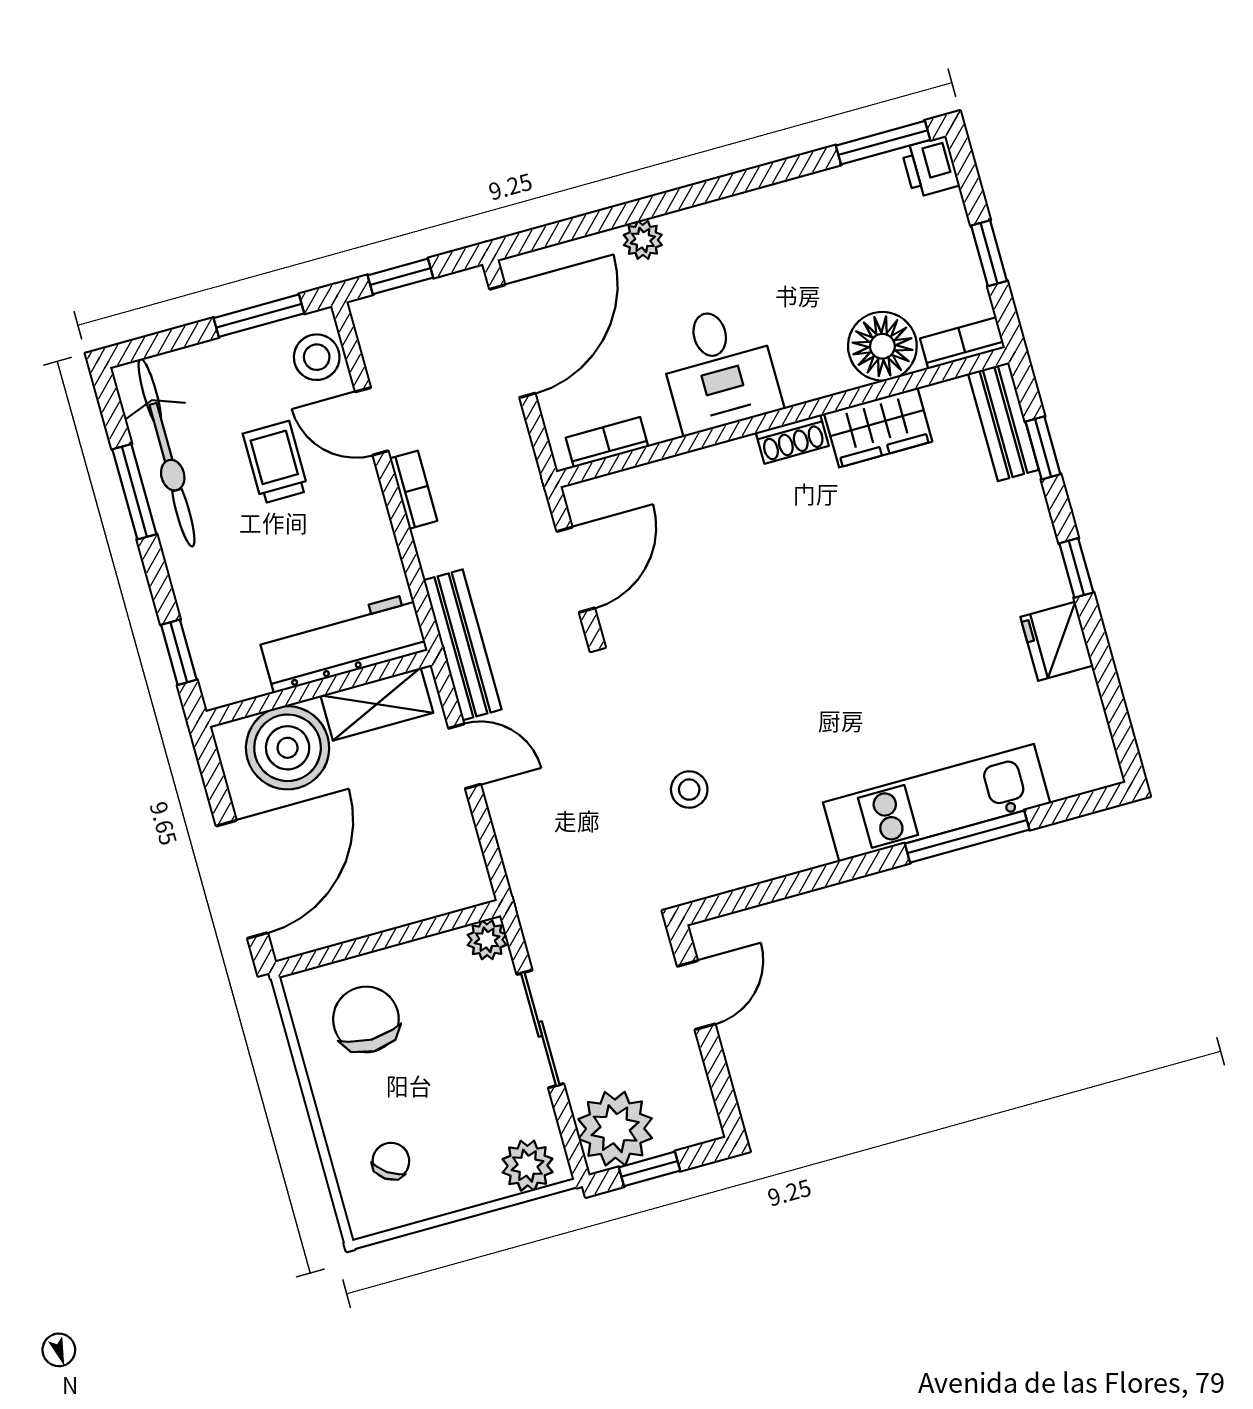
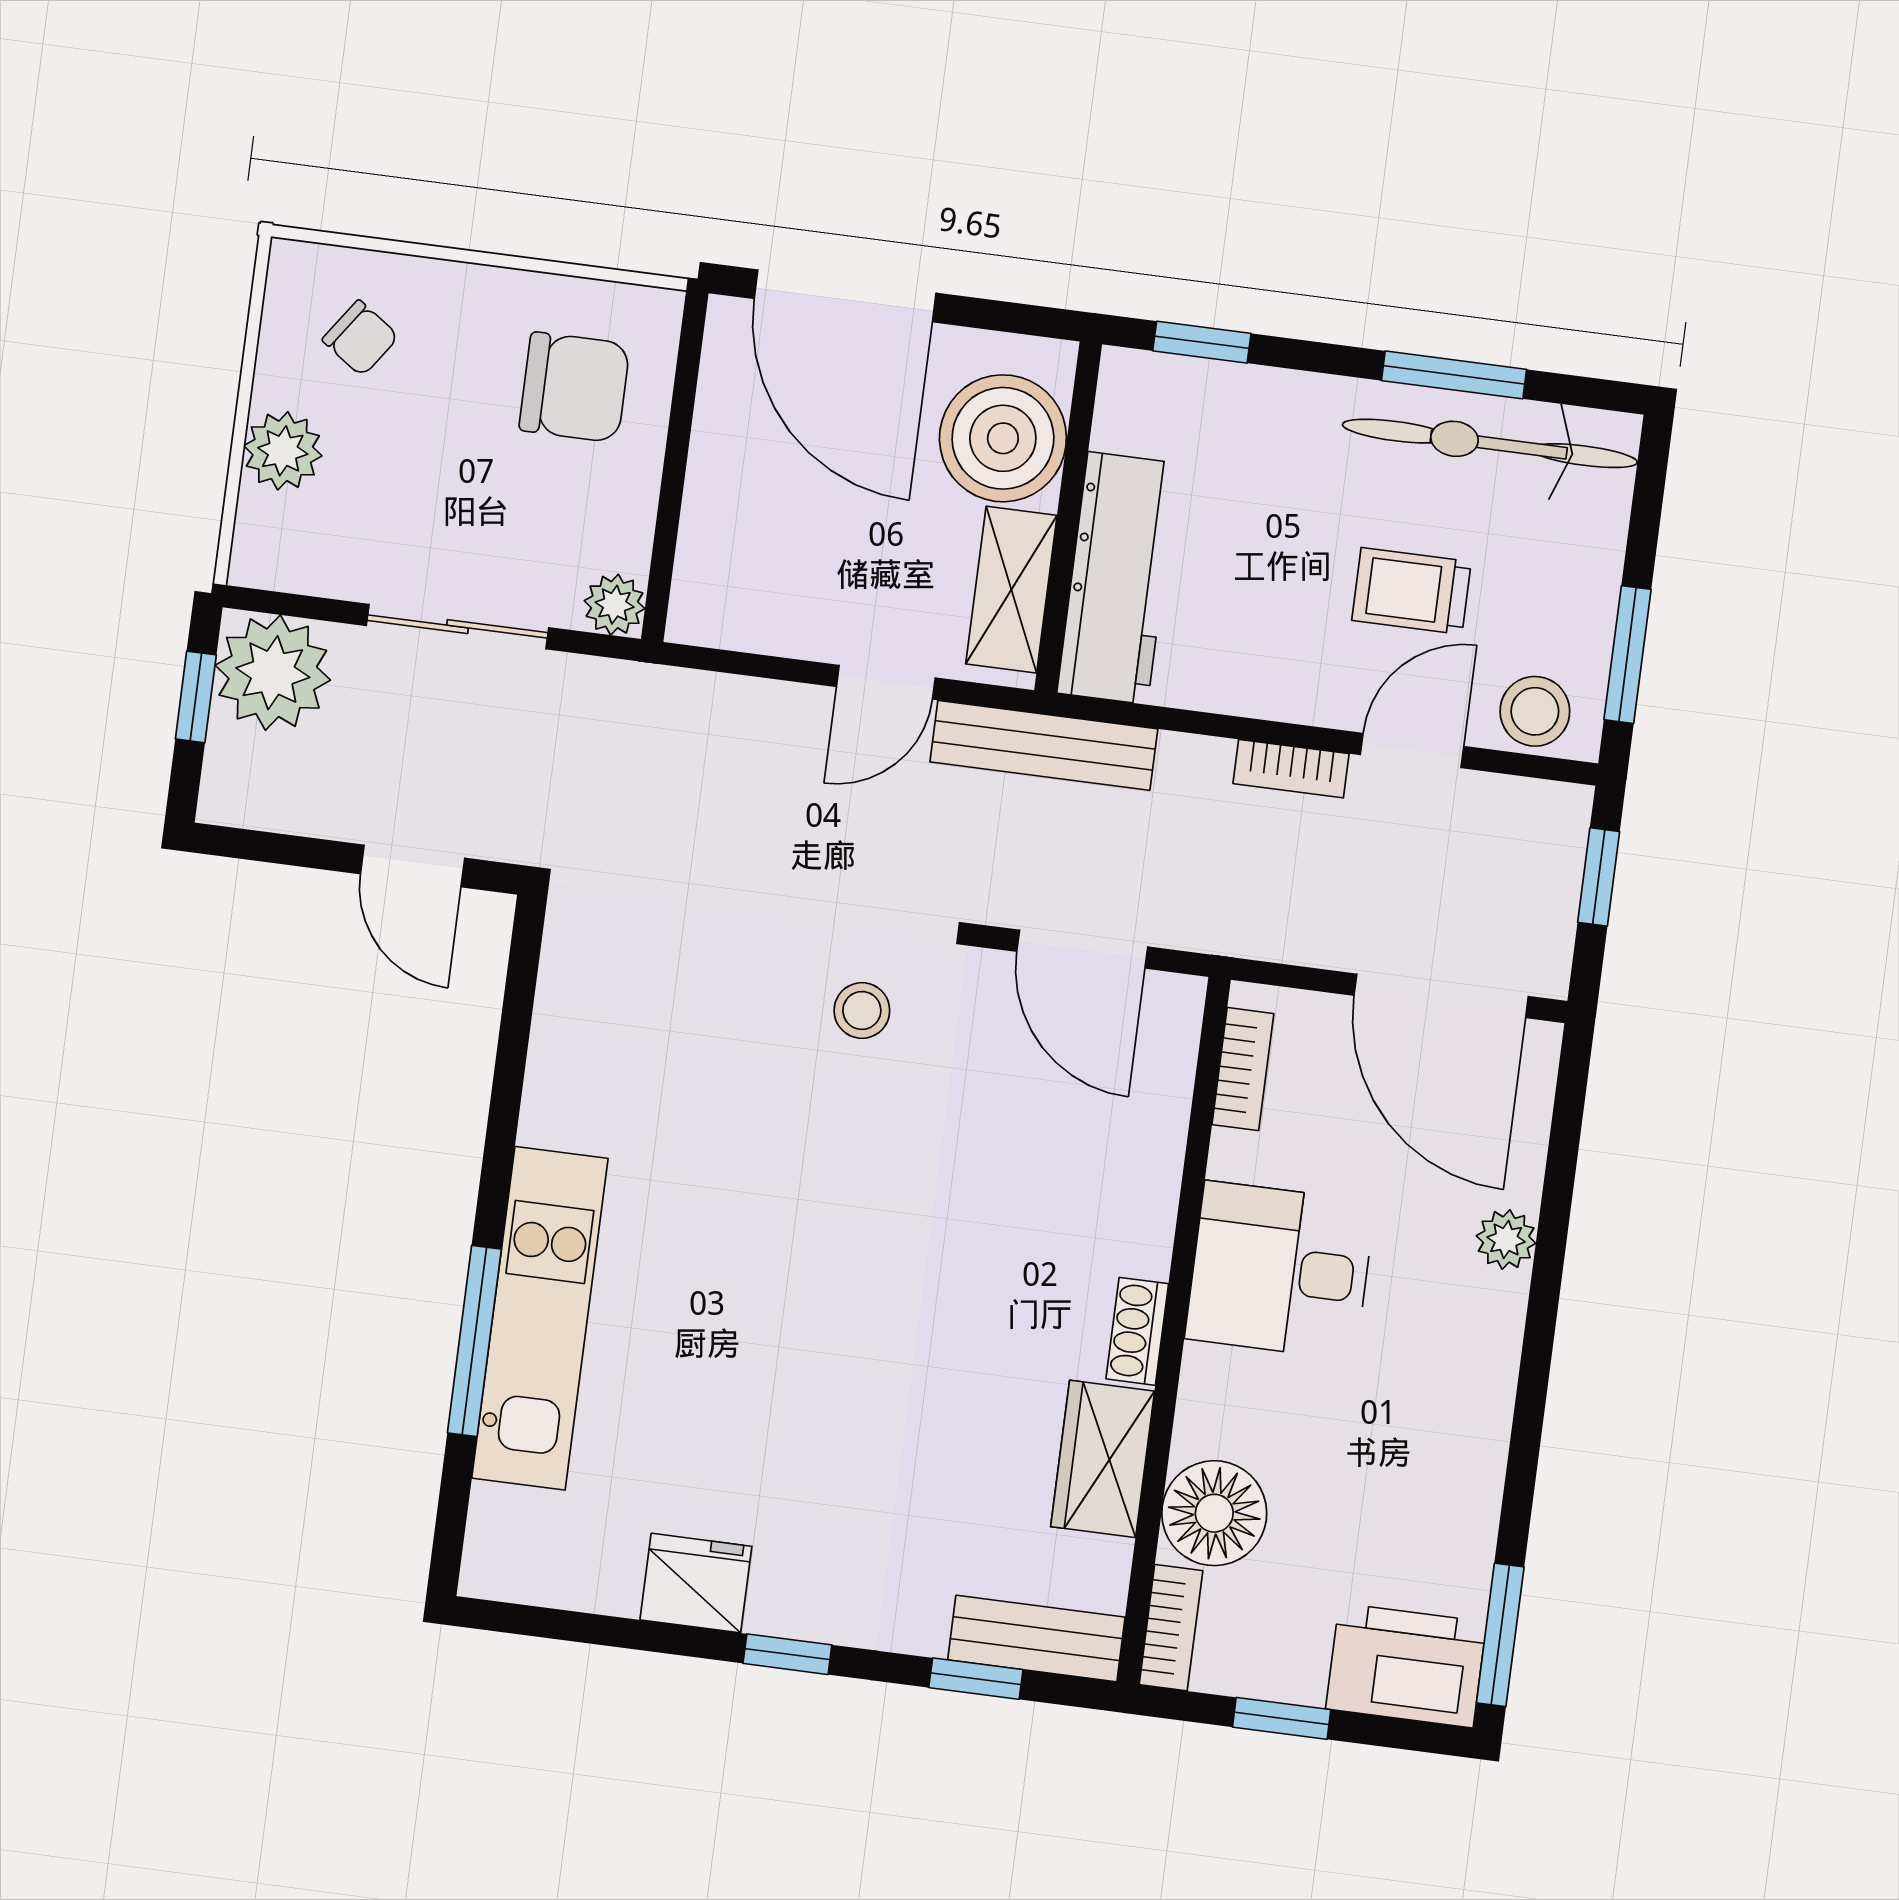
printer: (930, 167) -> (1406, 1665), width x1.87, depth x1.48
trolley: (276, 462) -> (1412, 591), turned 180
stool: (689, 790) -> (862, 1010), moved
plant: (528, 1166) -> (283, 451), moved

